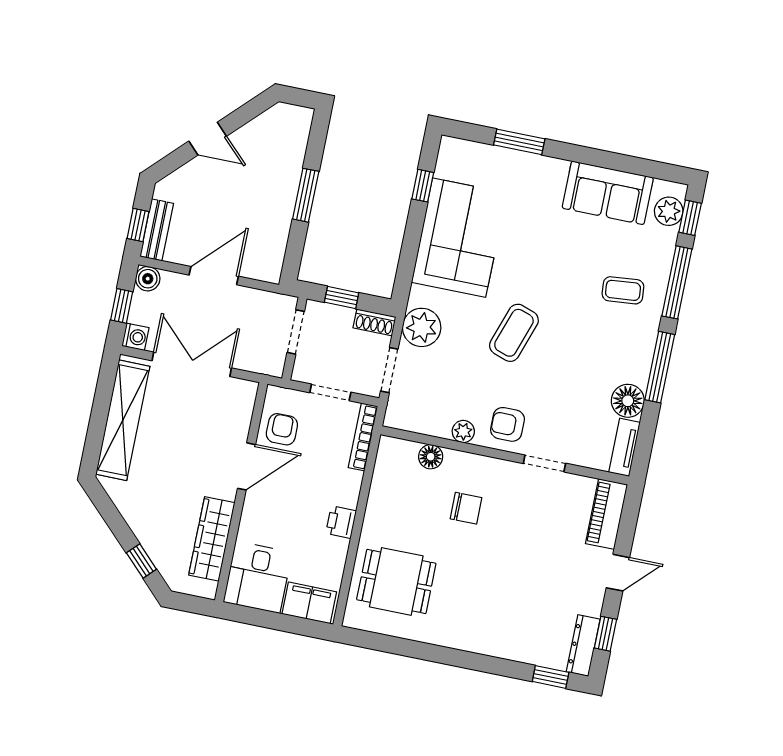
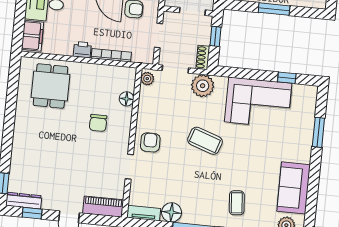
plant: (463, 431) -> (147, 79), moved
bookcase: (363, 437) -> (111, 55), moved

